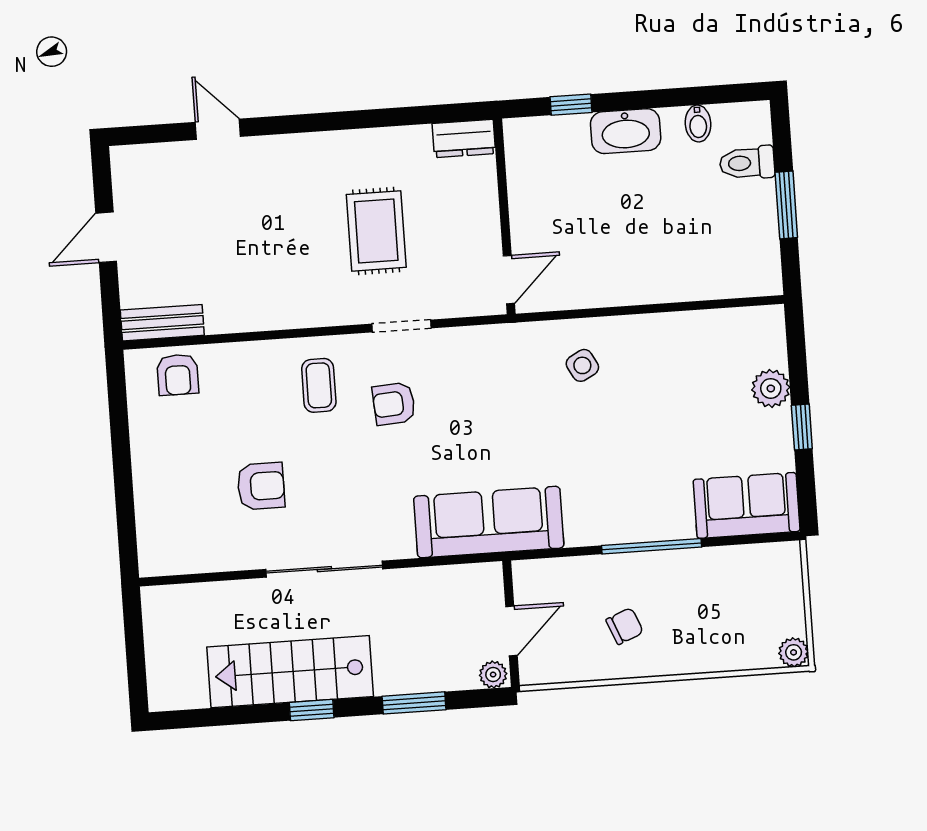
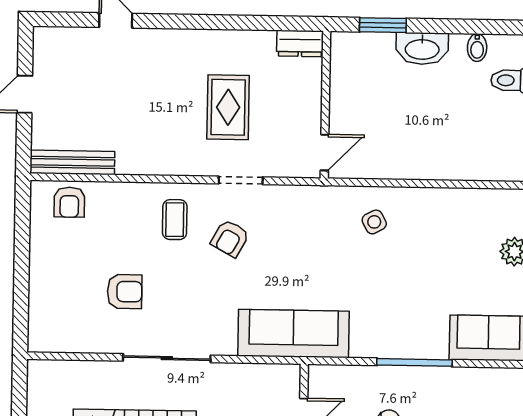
window: (571, 105) -> (383, 25), width x1.50
bench: (162, 323) -> (72, 162), width x1.36
armchair: (394, 404) -> (230, 238), turned -57

